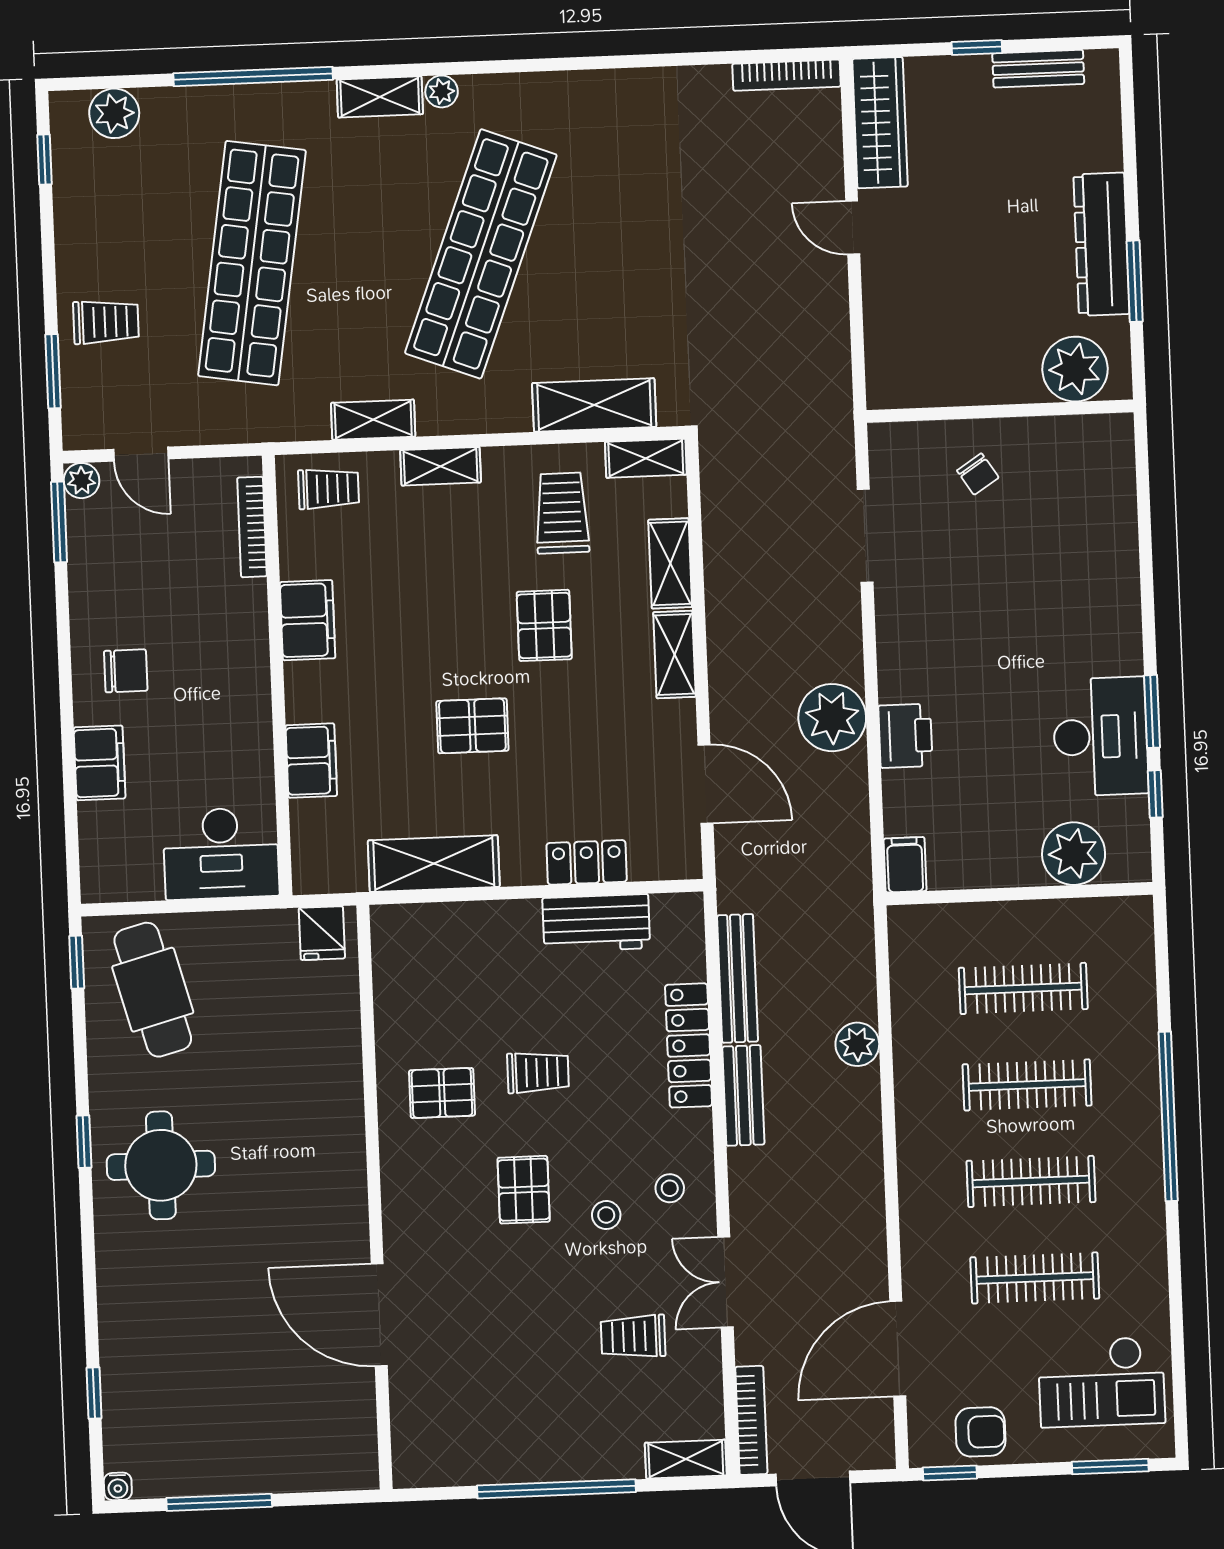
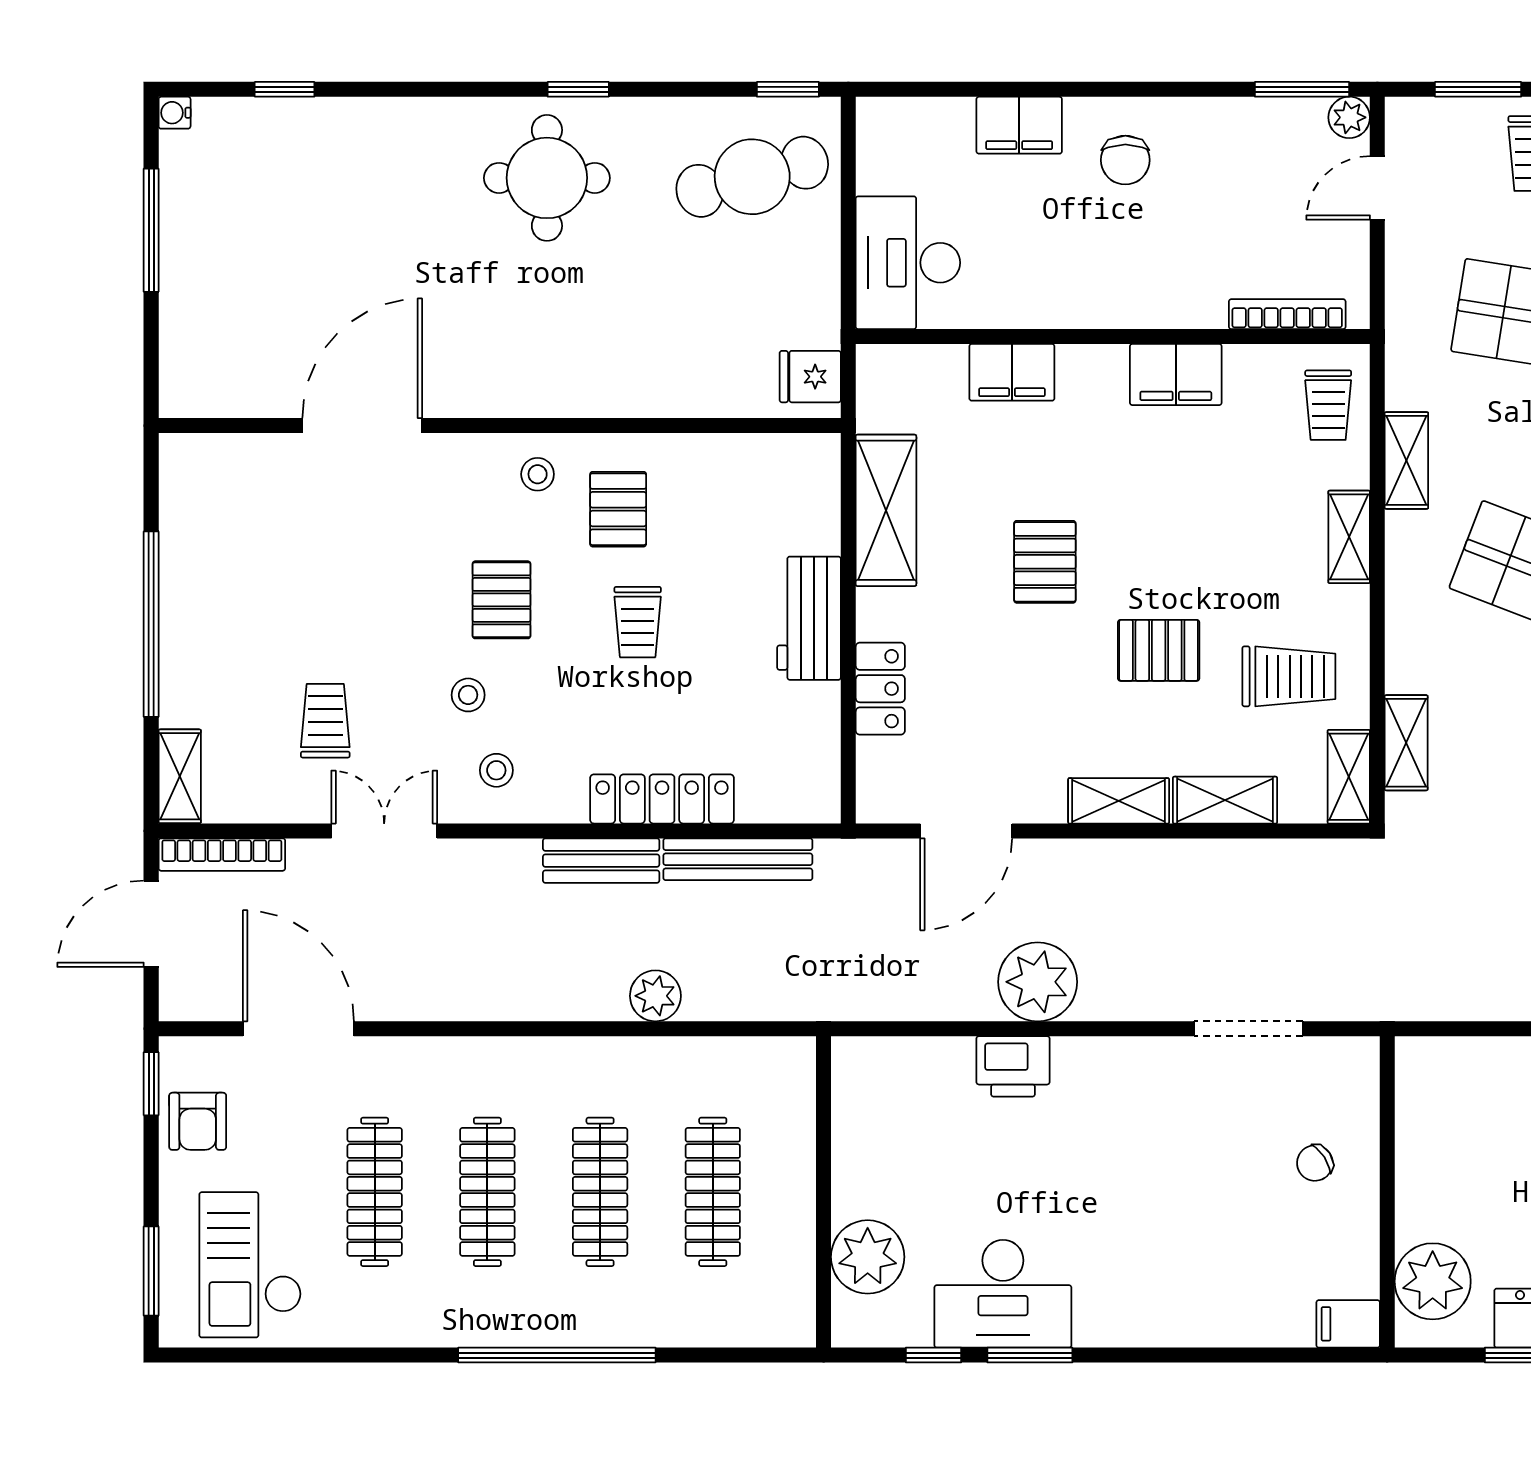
shelving: (594, 405) -> (1406, 743), width x0.67, depth x0.75
filing cabinet: (905, 865) -> (1348, 1324), moved, turned 180
workbench: (596, 923) -> (809, 618), moved
stool: (415, 1163) -> (538, 474), added
pallet: (524, 1190) -> (502, 600), turned 90

